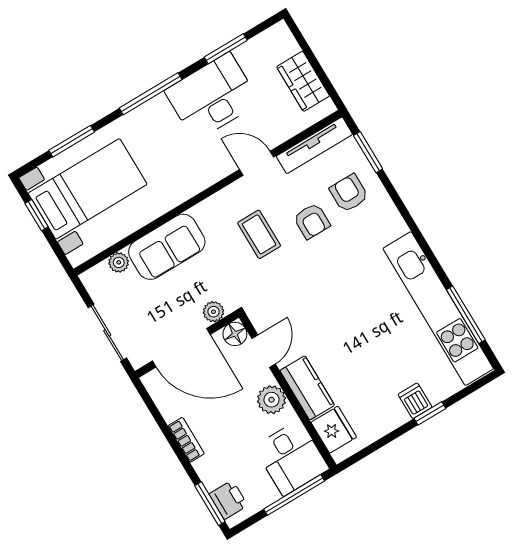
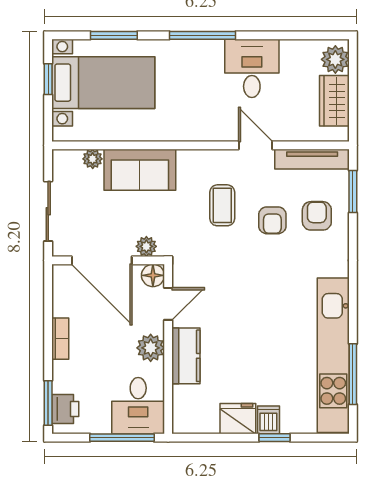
plant: (282, 44) -> (335, 59), added
window: (226, 49) -> (287, 35), removed
desk: (212, 97) -> (252, 68), width x0.73
fridge: (334, 430) -> (238, 419), moved, turned -90

